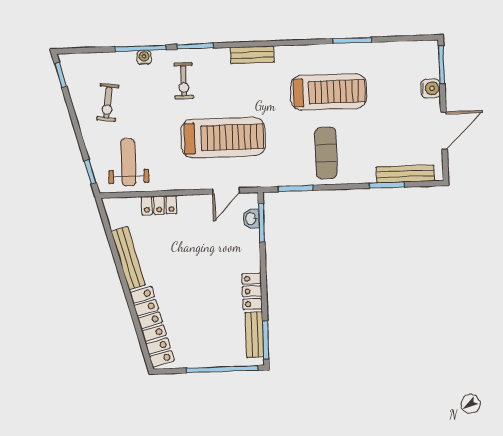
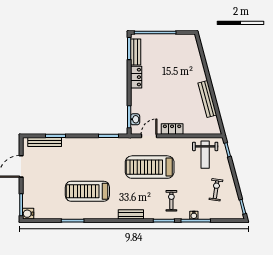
water cooler: (431, 88) -> (28, 214), moved
exercise mat: (326, 153) -> (90, 156), removed
locker: (159, 205) -> (172, 129), moved
locker: (152, 327) -> (195, 59), removed

